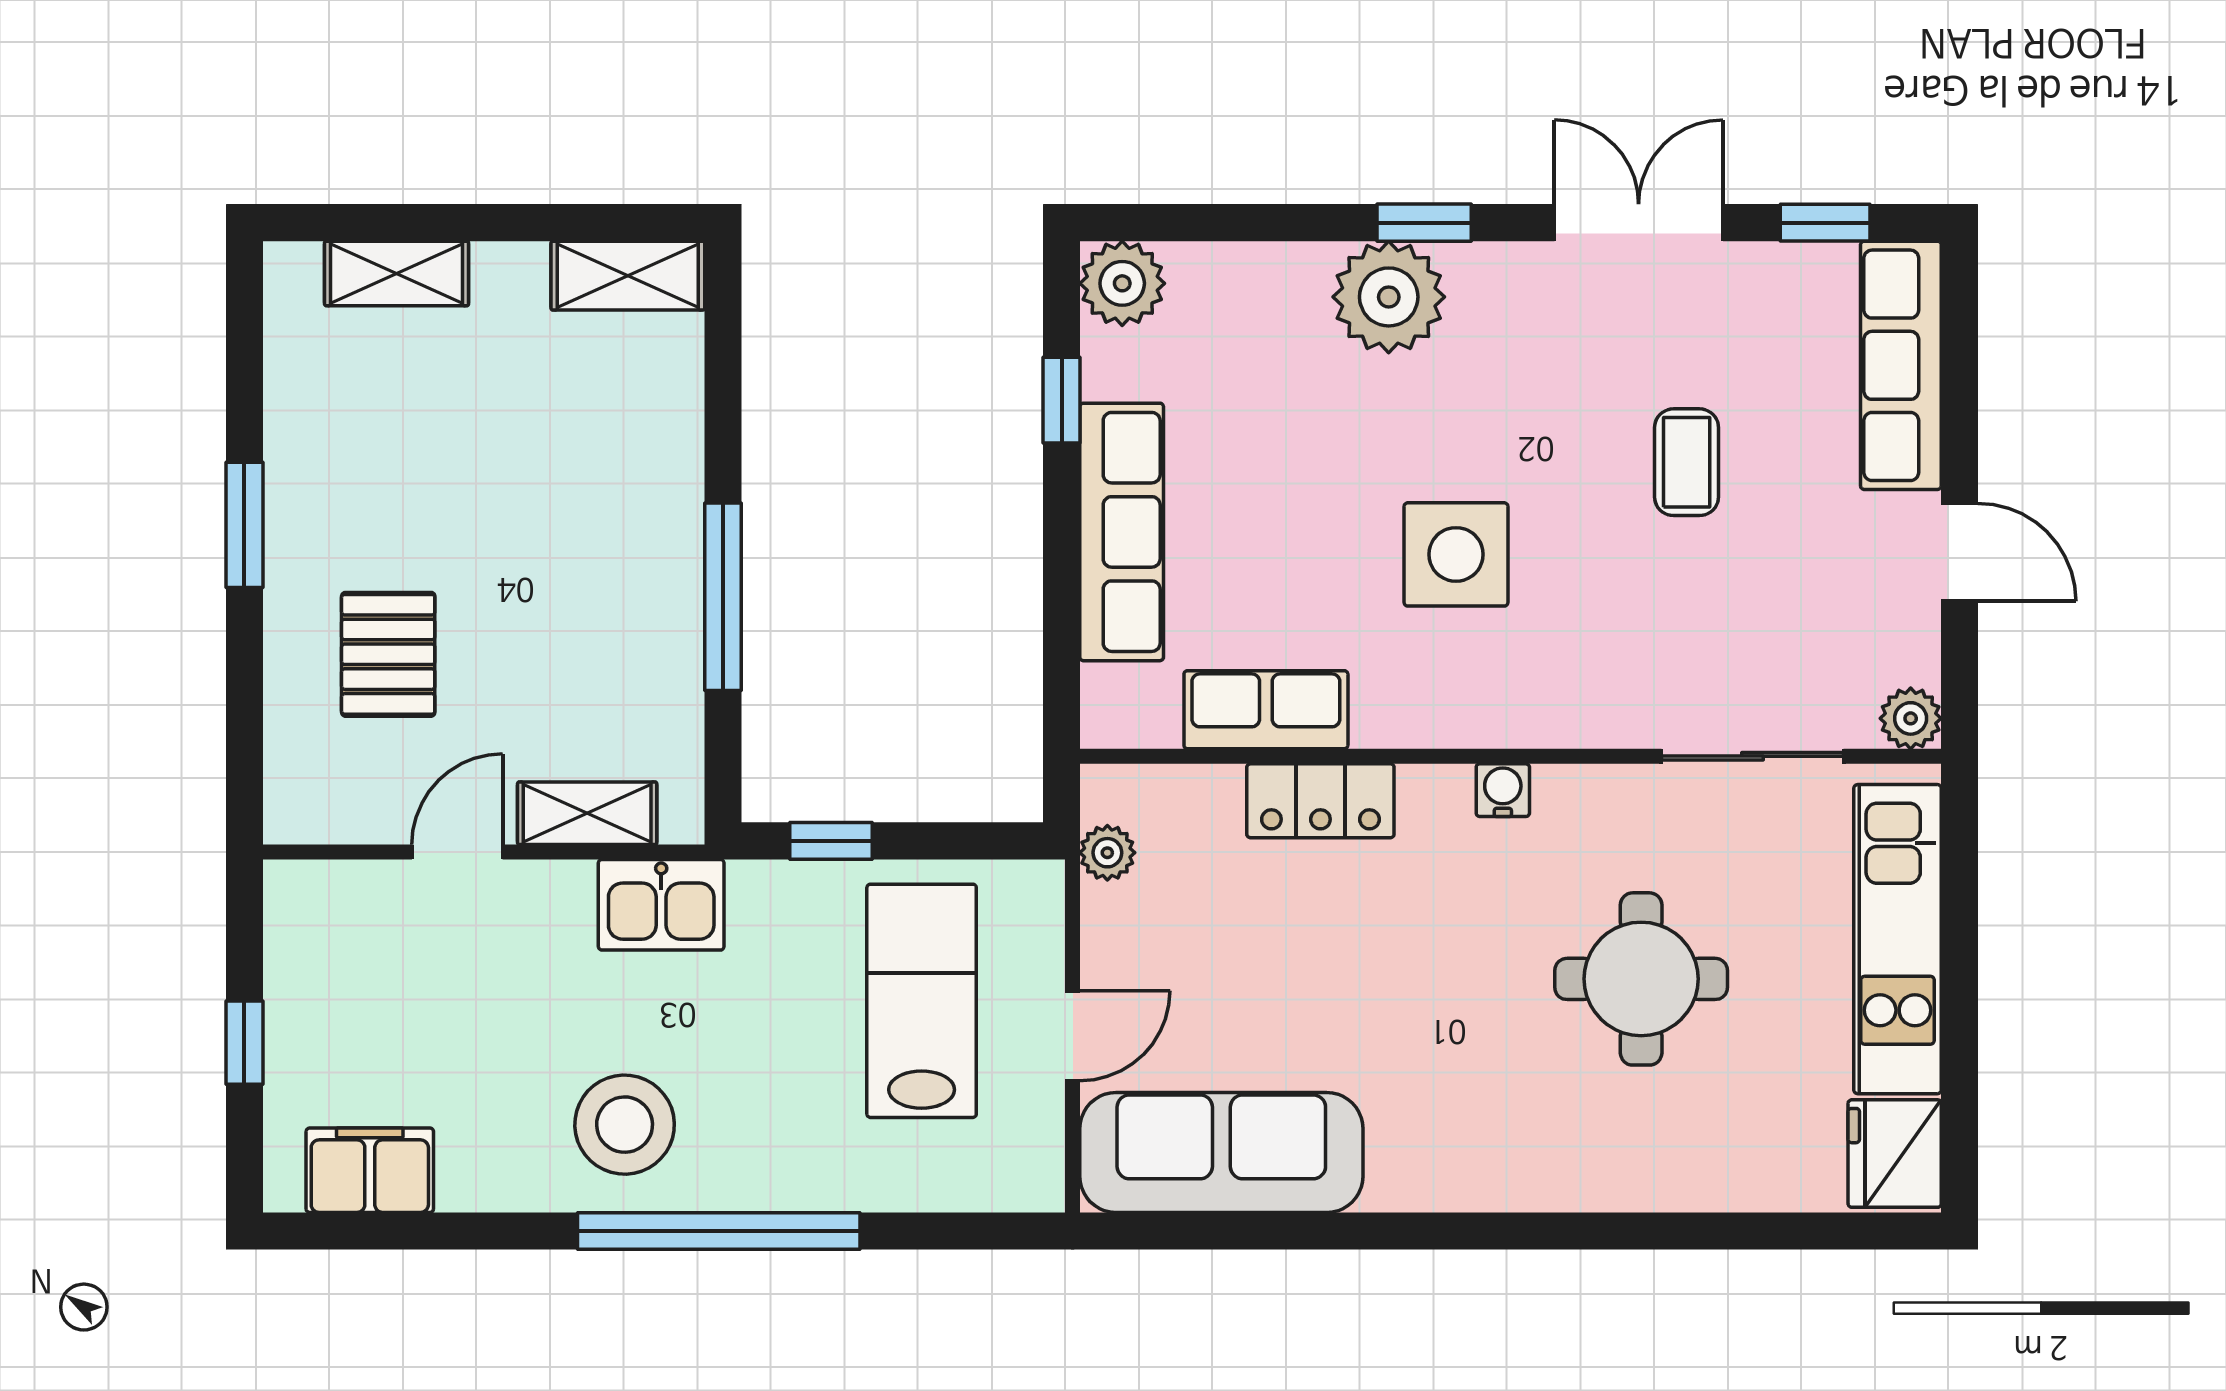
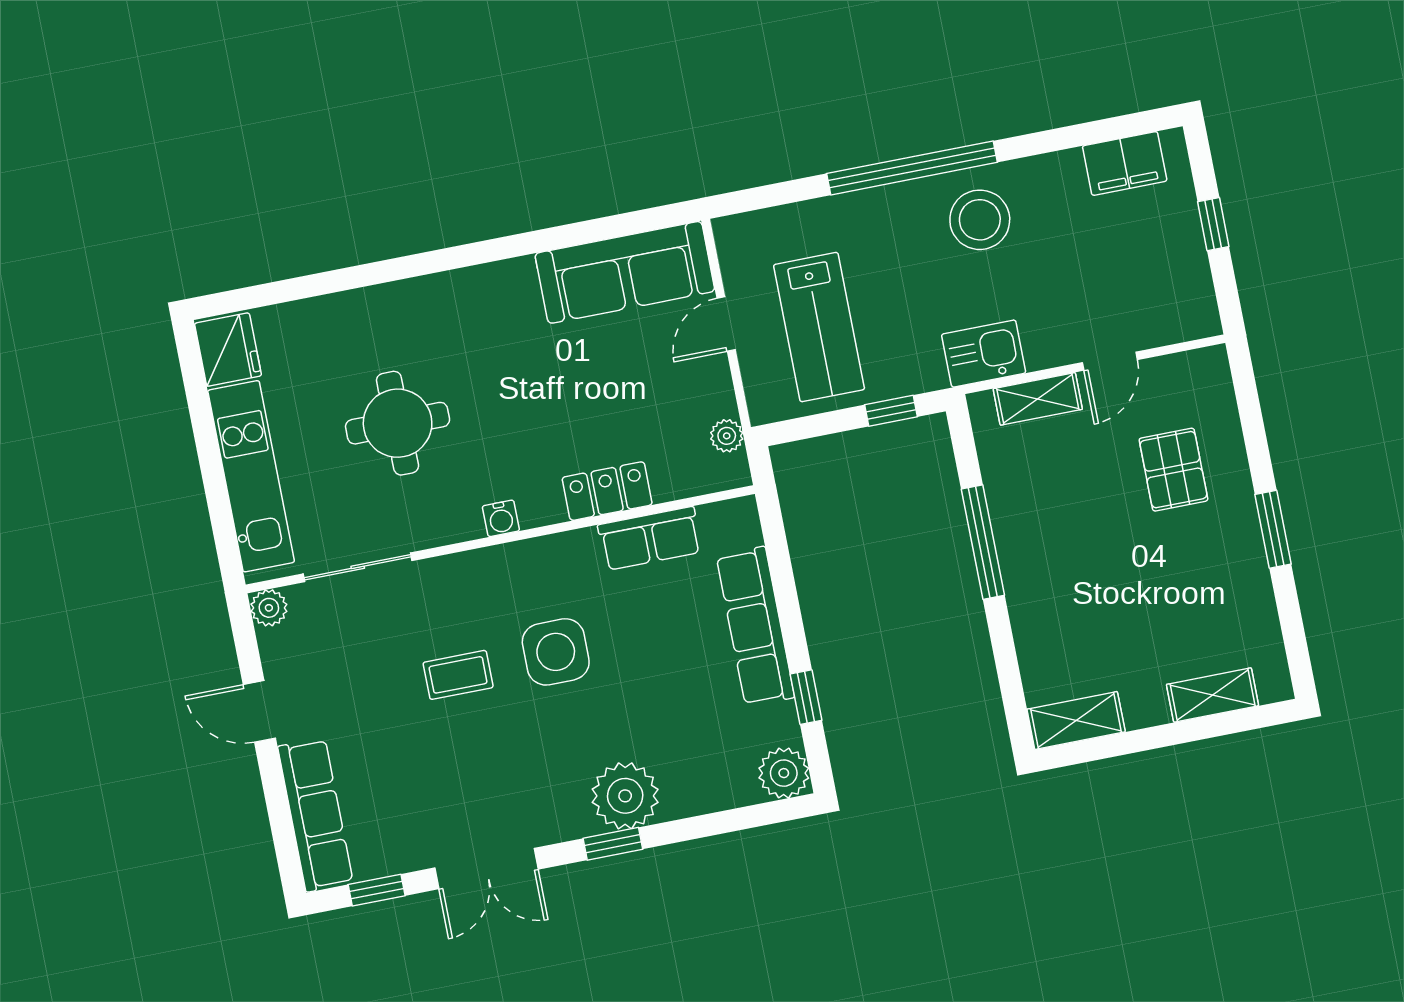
coffee table: (1687, 462) -> (458, 675), moved, turned 90

